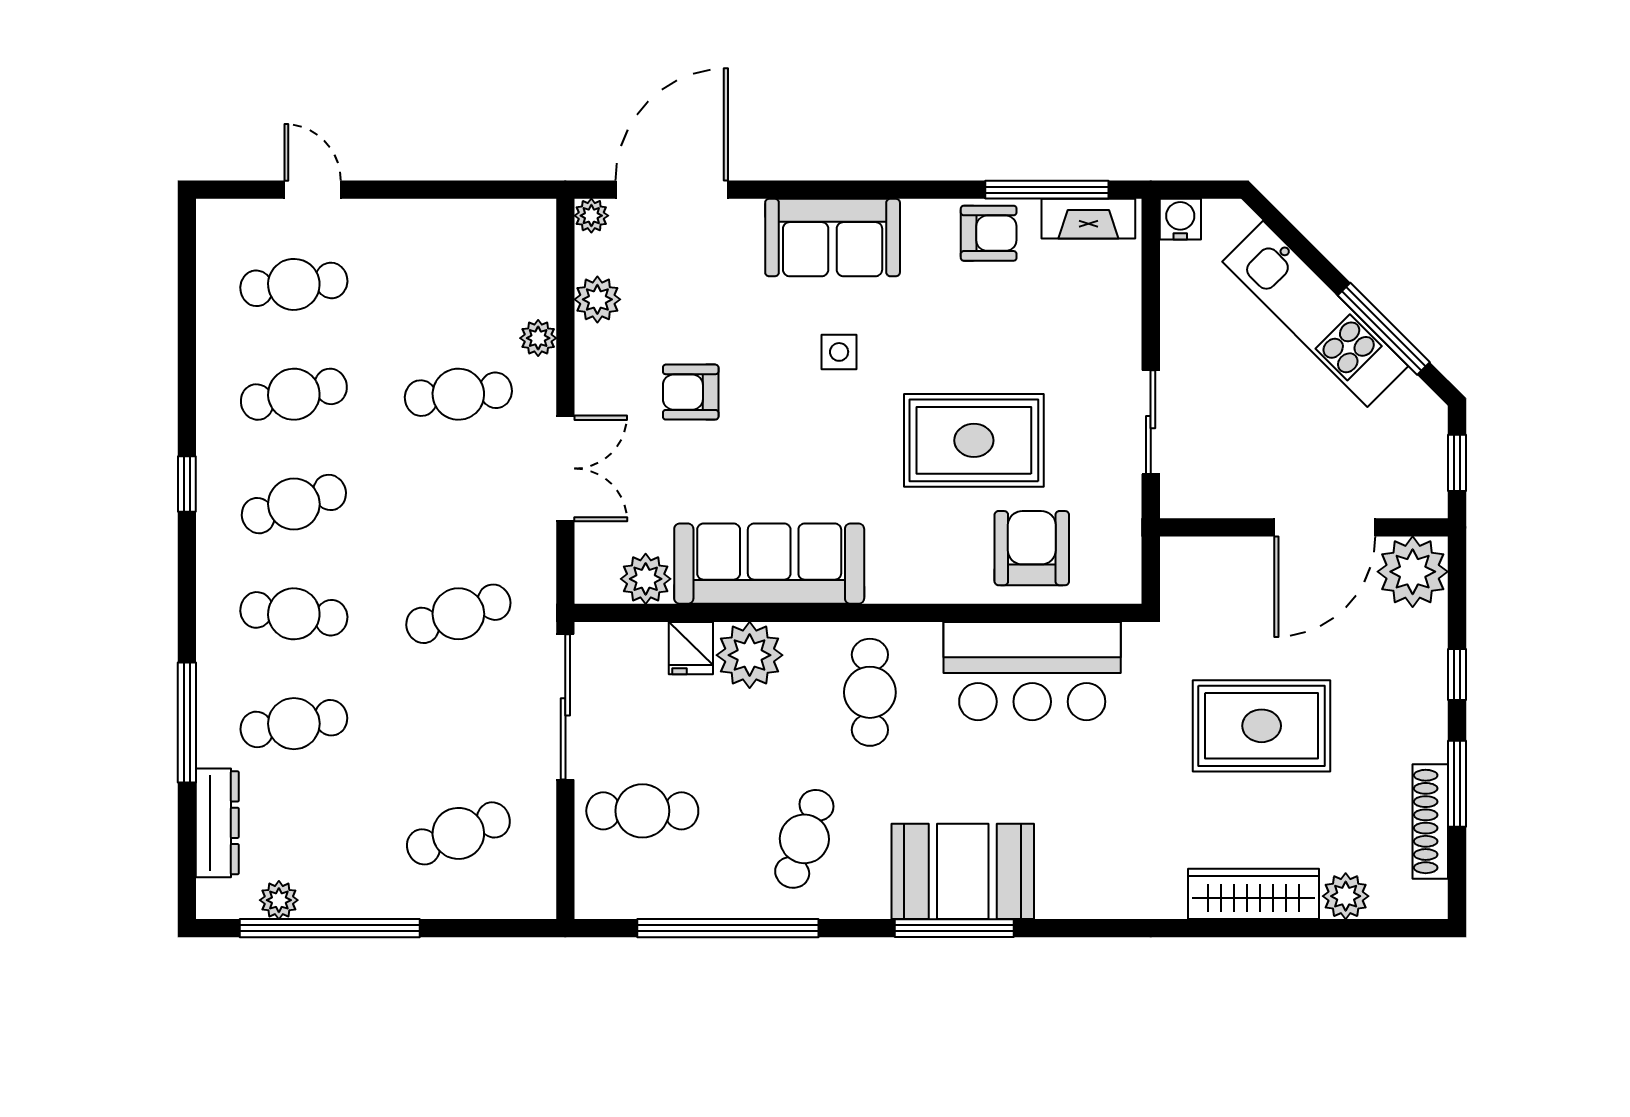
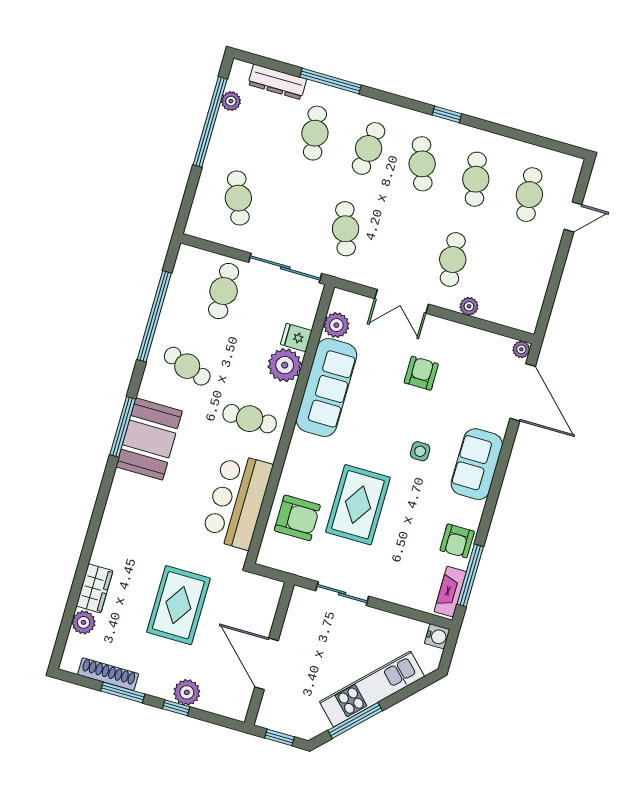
plant: (597, 299) -> (480, 341), removed
plant: (1413, 572) -> (187, 692), moved, width x0.73, depth x0.73
wardrobe: (1253, 894) -> (94, 588), width x0.67

